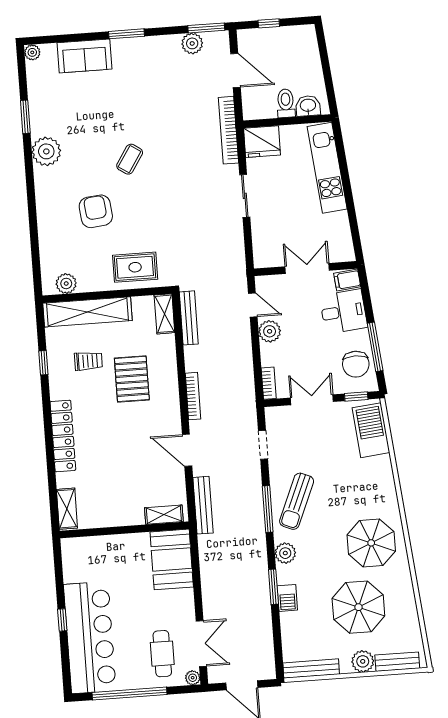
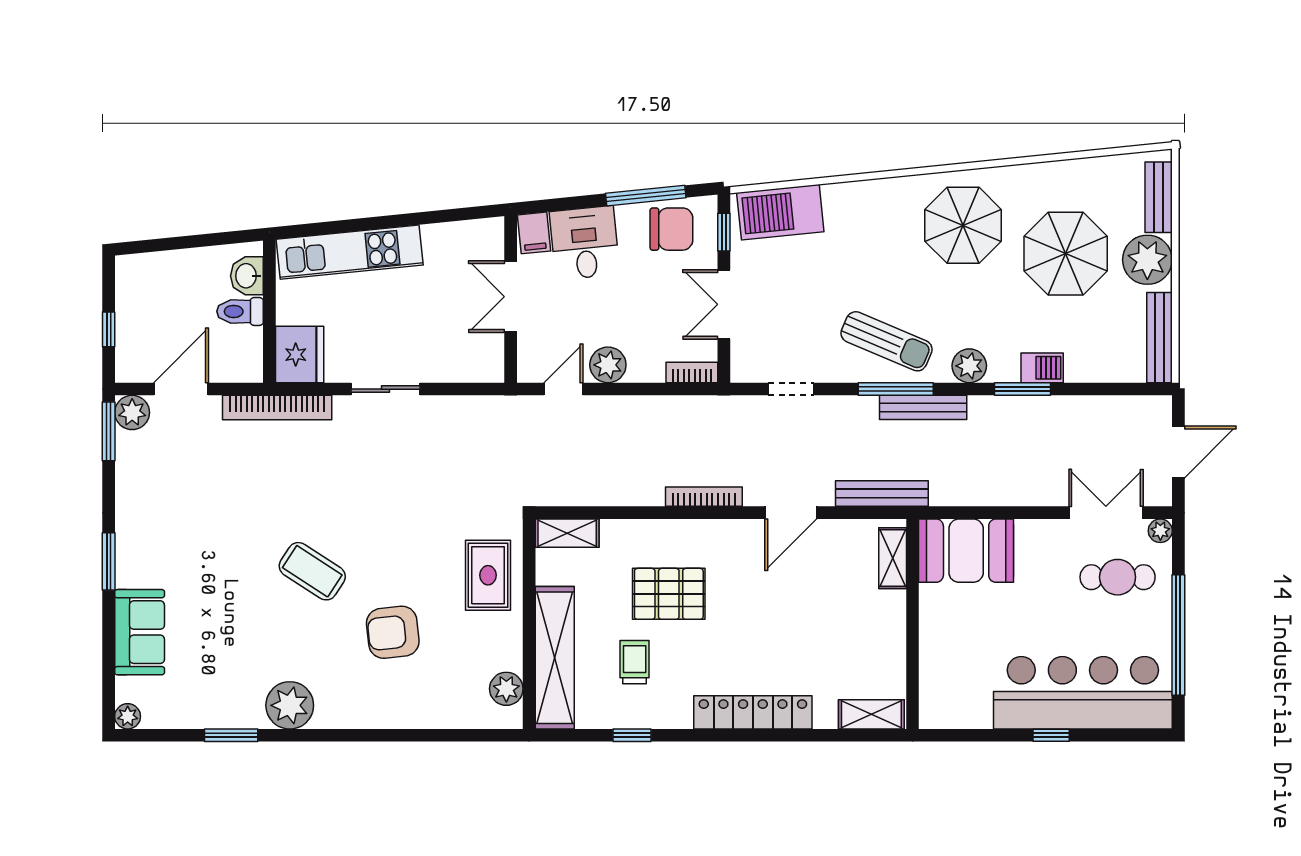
plant: (192, 43) -> (132, 412), moved
coffee table: (130, 159) -> (312, 571), width x1.36, depth x1.30
bench: (189, 318) -> (923, 407), moved
plant: (363, 661) -> (1147, 260), width x1.36, depth x1.36

